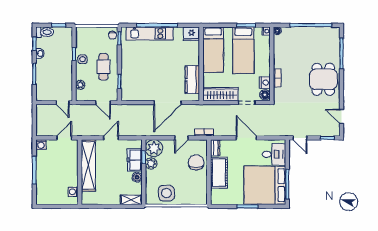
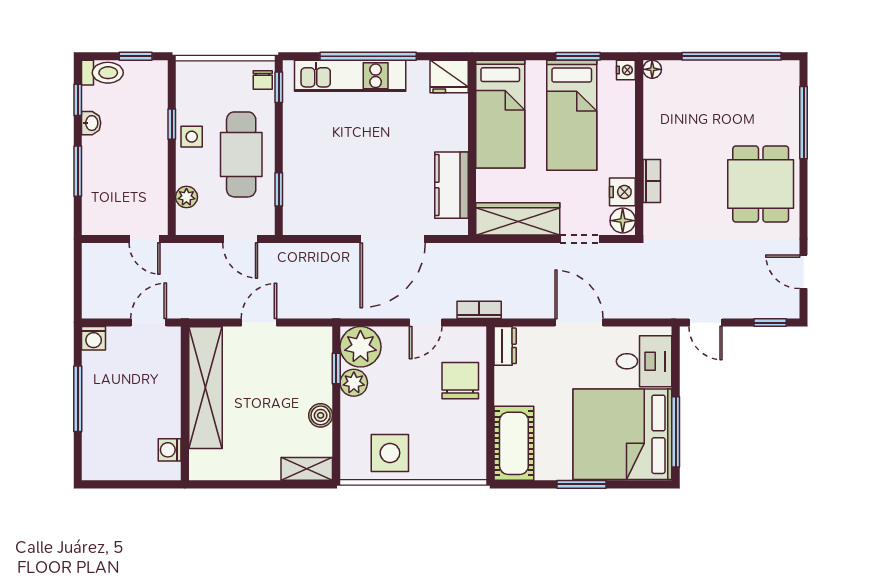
cafe table: (103, 67) -> (241, 154), width x1.37, depth x1.35
freezer: (135, 160) -> (315, 375), removed
cot: (219, 173) -> (514, 443), moved

